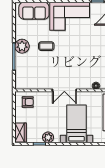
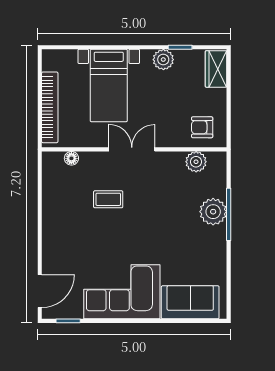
plant: (22, 46) -> (213, 212), moved
coffee table: (46, 46) -> (108, 199), moved
plant: (31, 84) -> (196, 162), added

